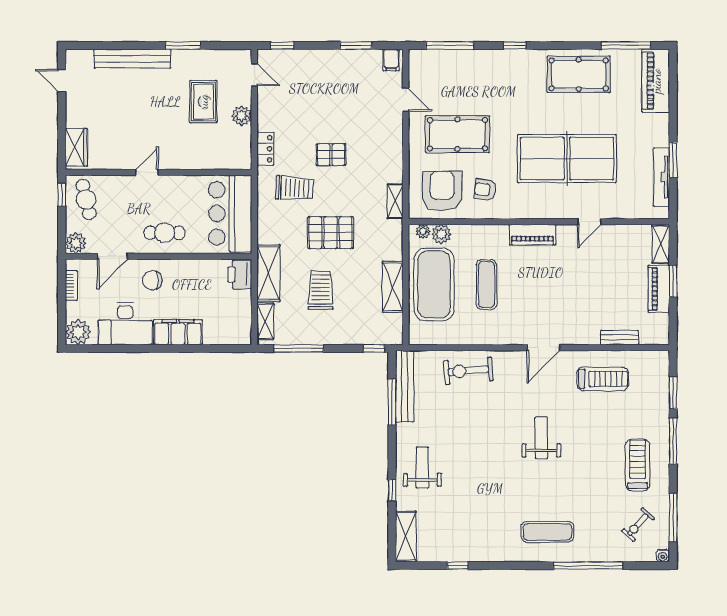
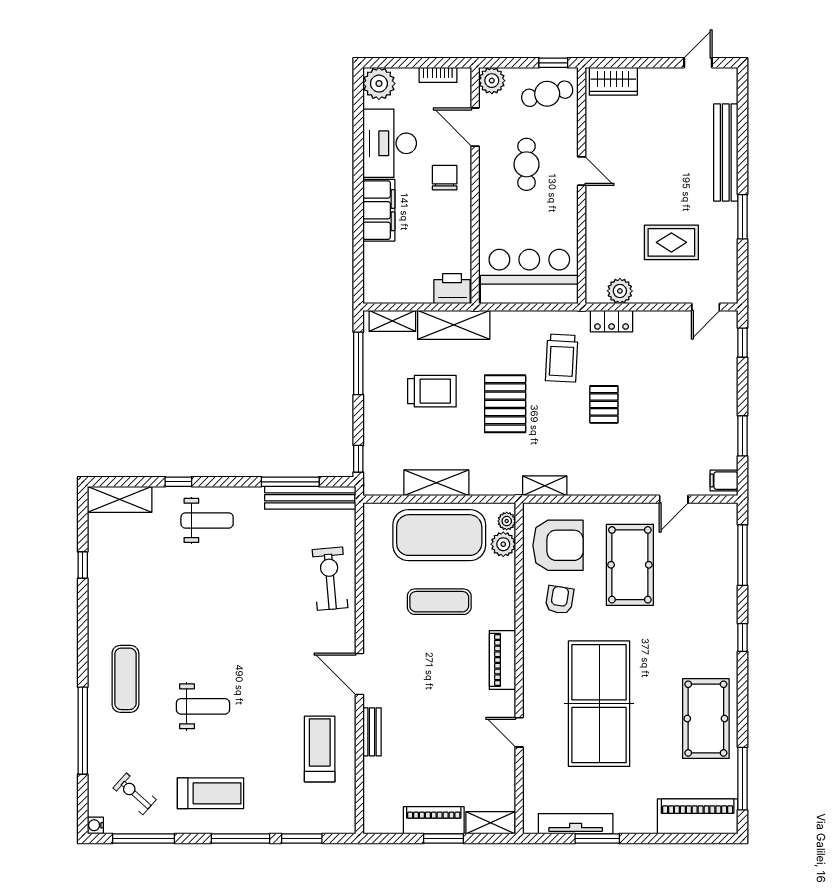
plant: (242, 116) -> (620, 291), moved
cafe table: (165, 233) -> (526, 164), moved
bench: (619, 338) -> (372, 732), moved
treadmill: (603, 379) -> (320, 749), turned 180
weight bench: (541, 438) -> (203, 706), moved

